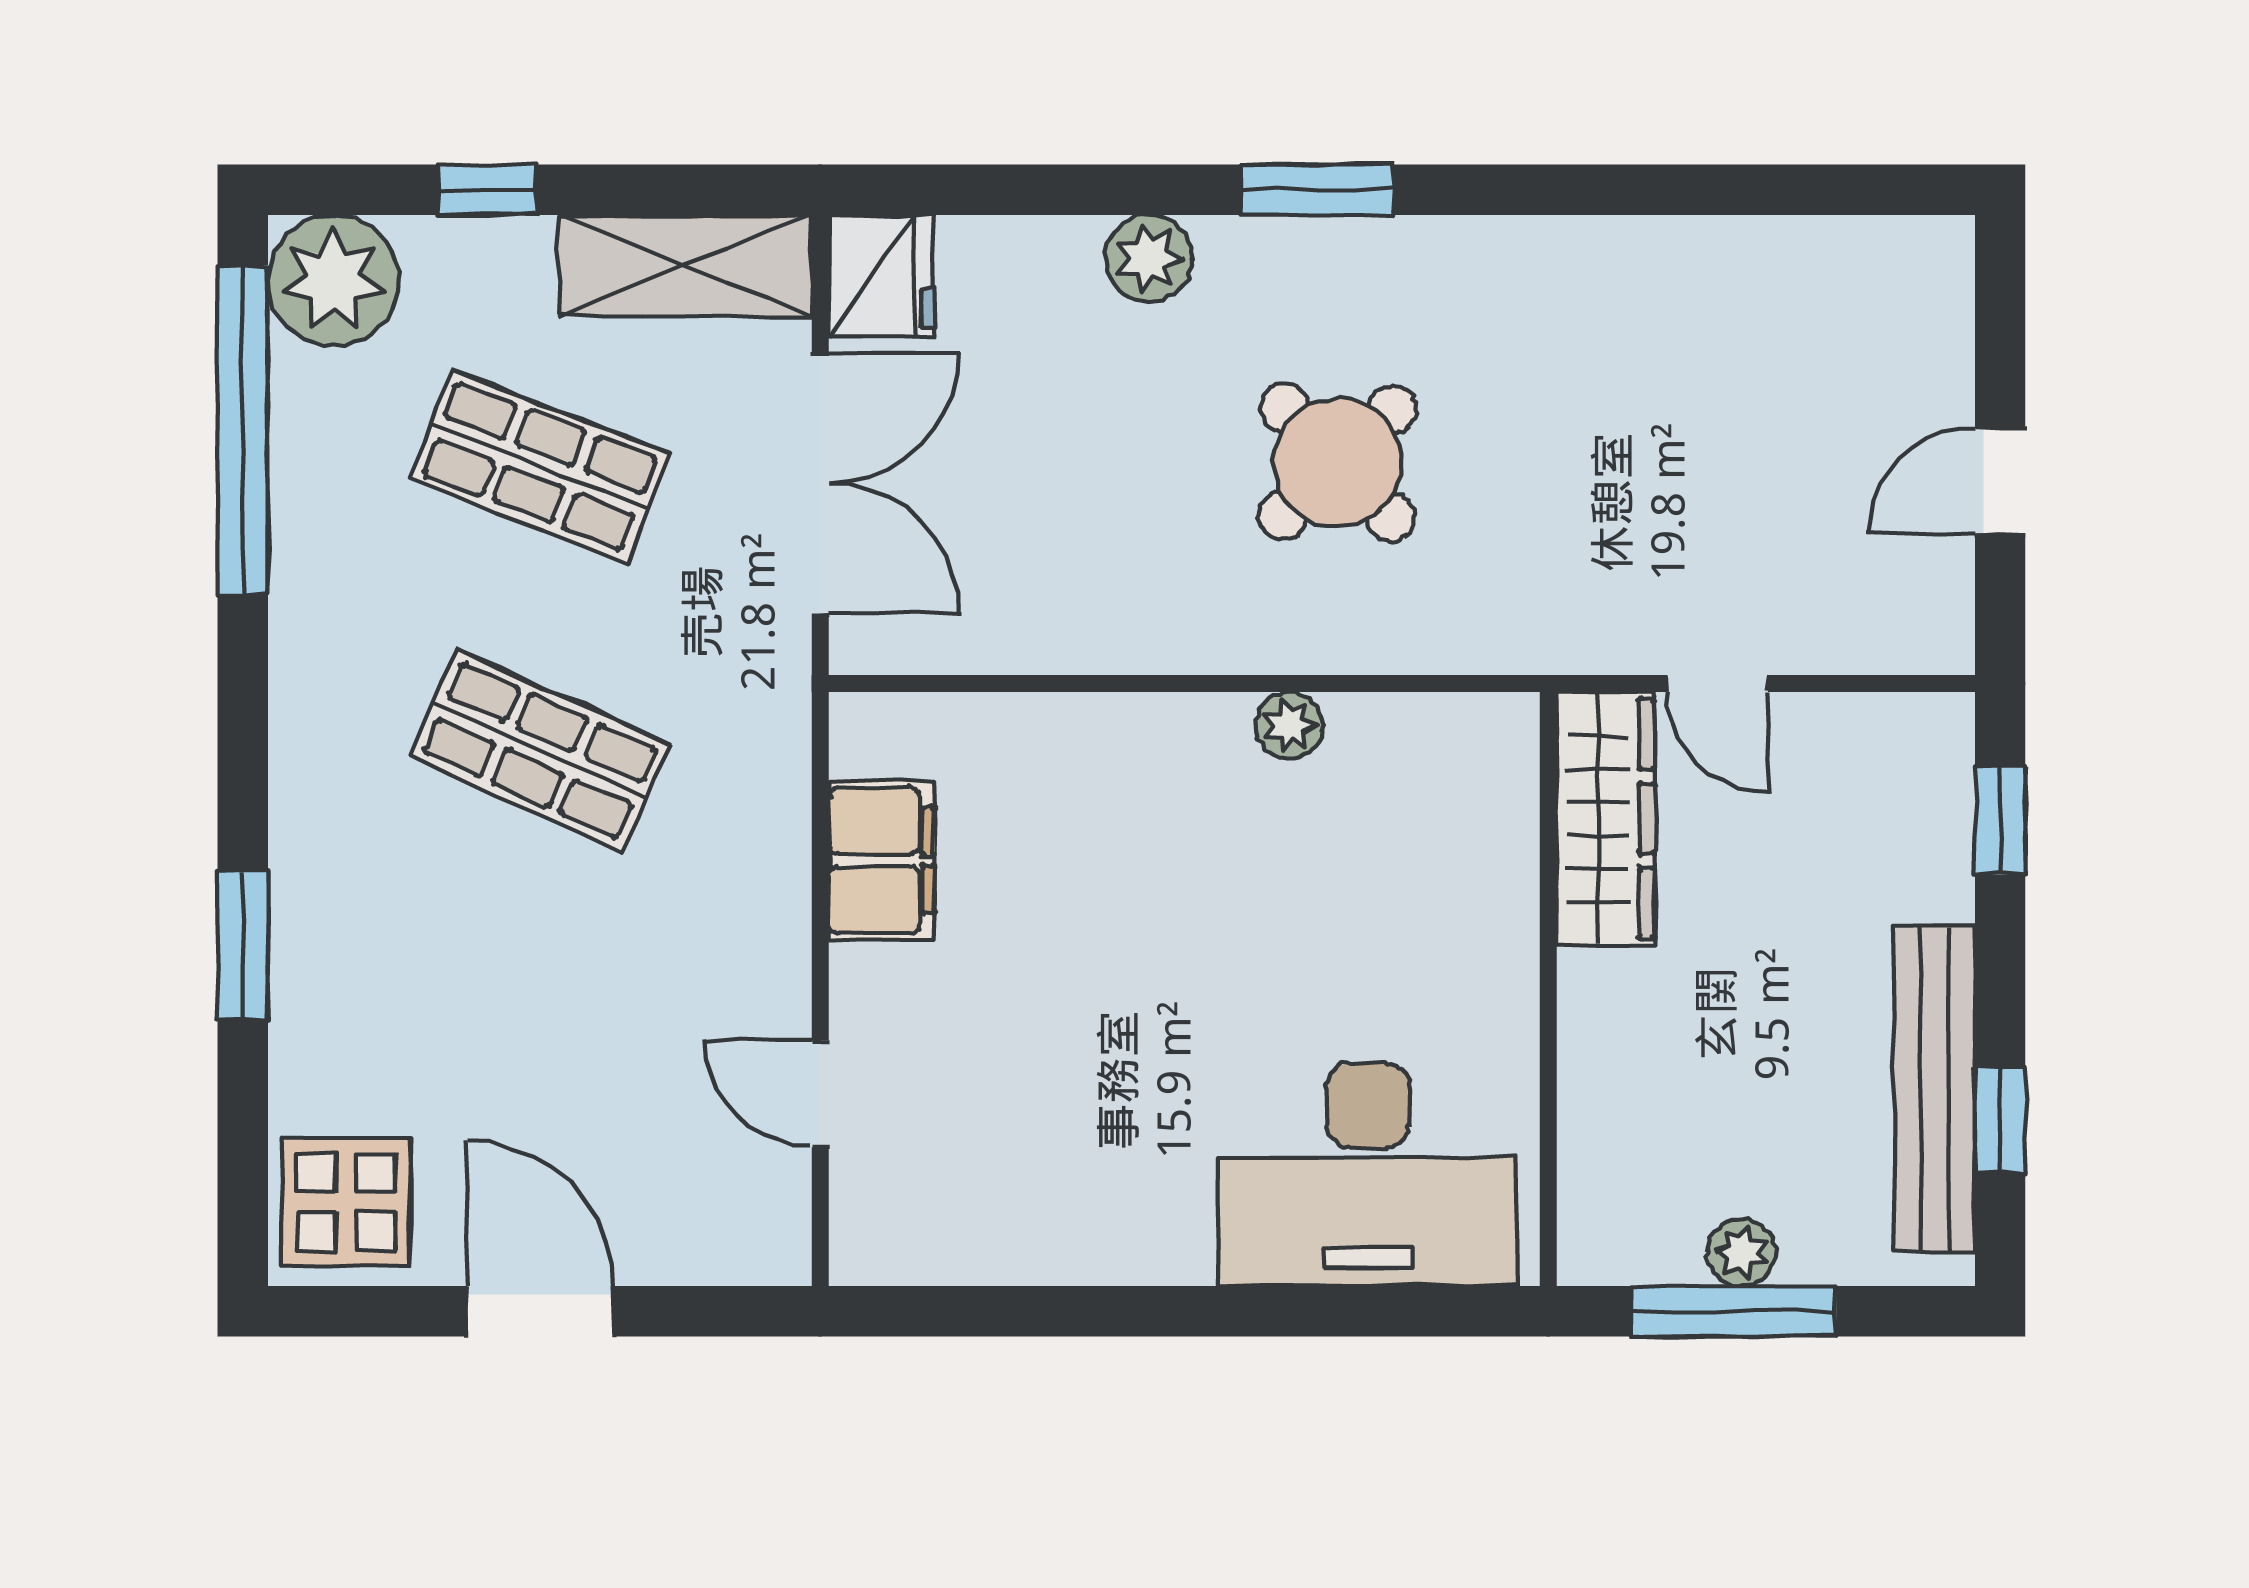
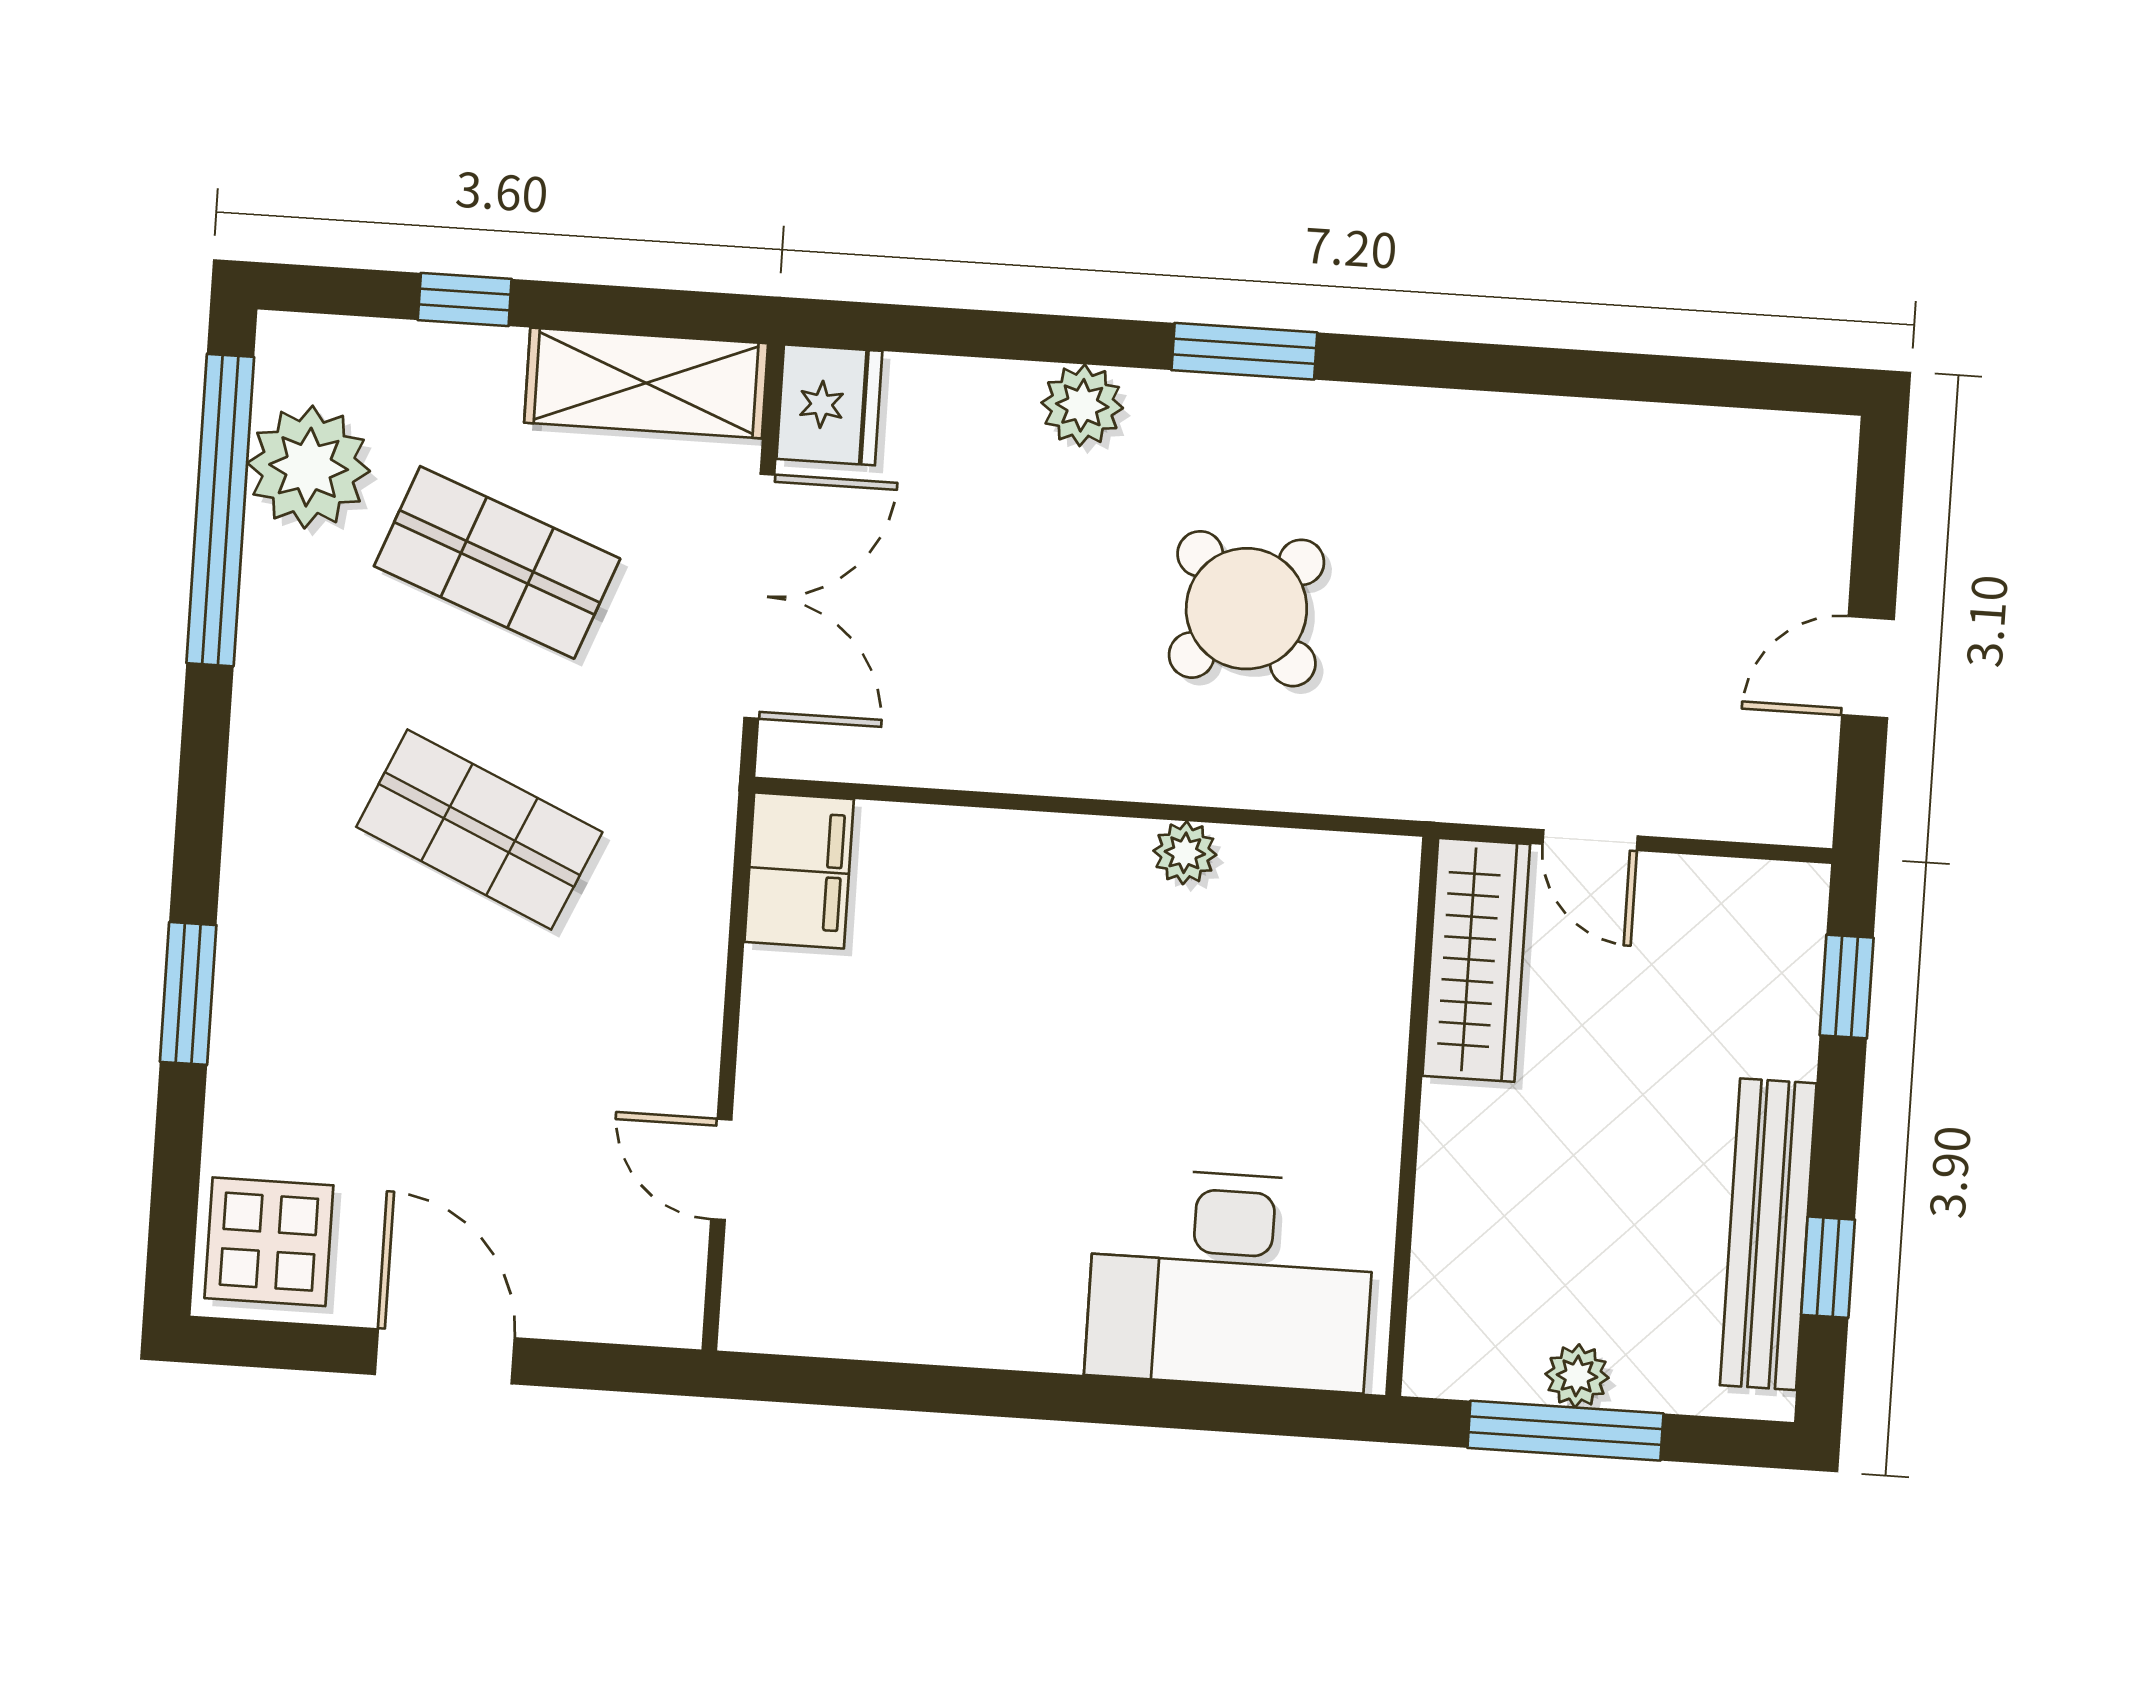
plant: (333, 280) -> (309, 467), moved
filing cabinet: (882, 860) -> (799, 871), moved

